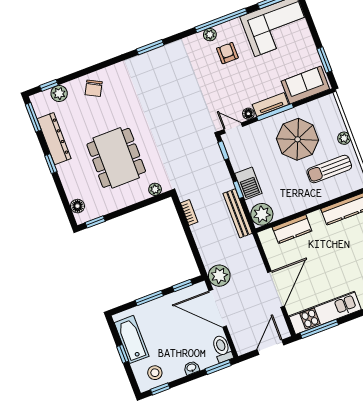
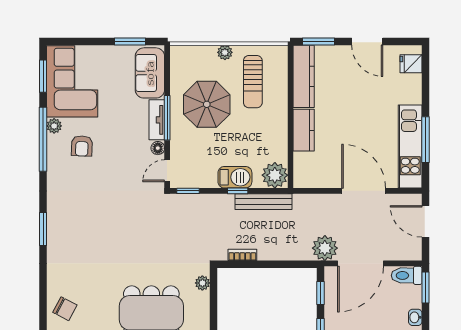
plant: (210, 35) -> (54, 126), moved
armchair: (227, 53) -> (82, 146), turned -88
kitchen counter: (292, 229) -> (304, 130), moved
window: (319, 329) -> (426, 140), moved

